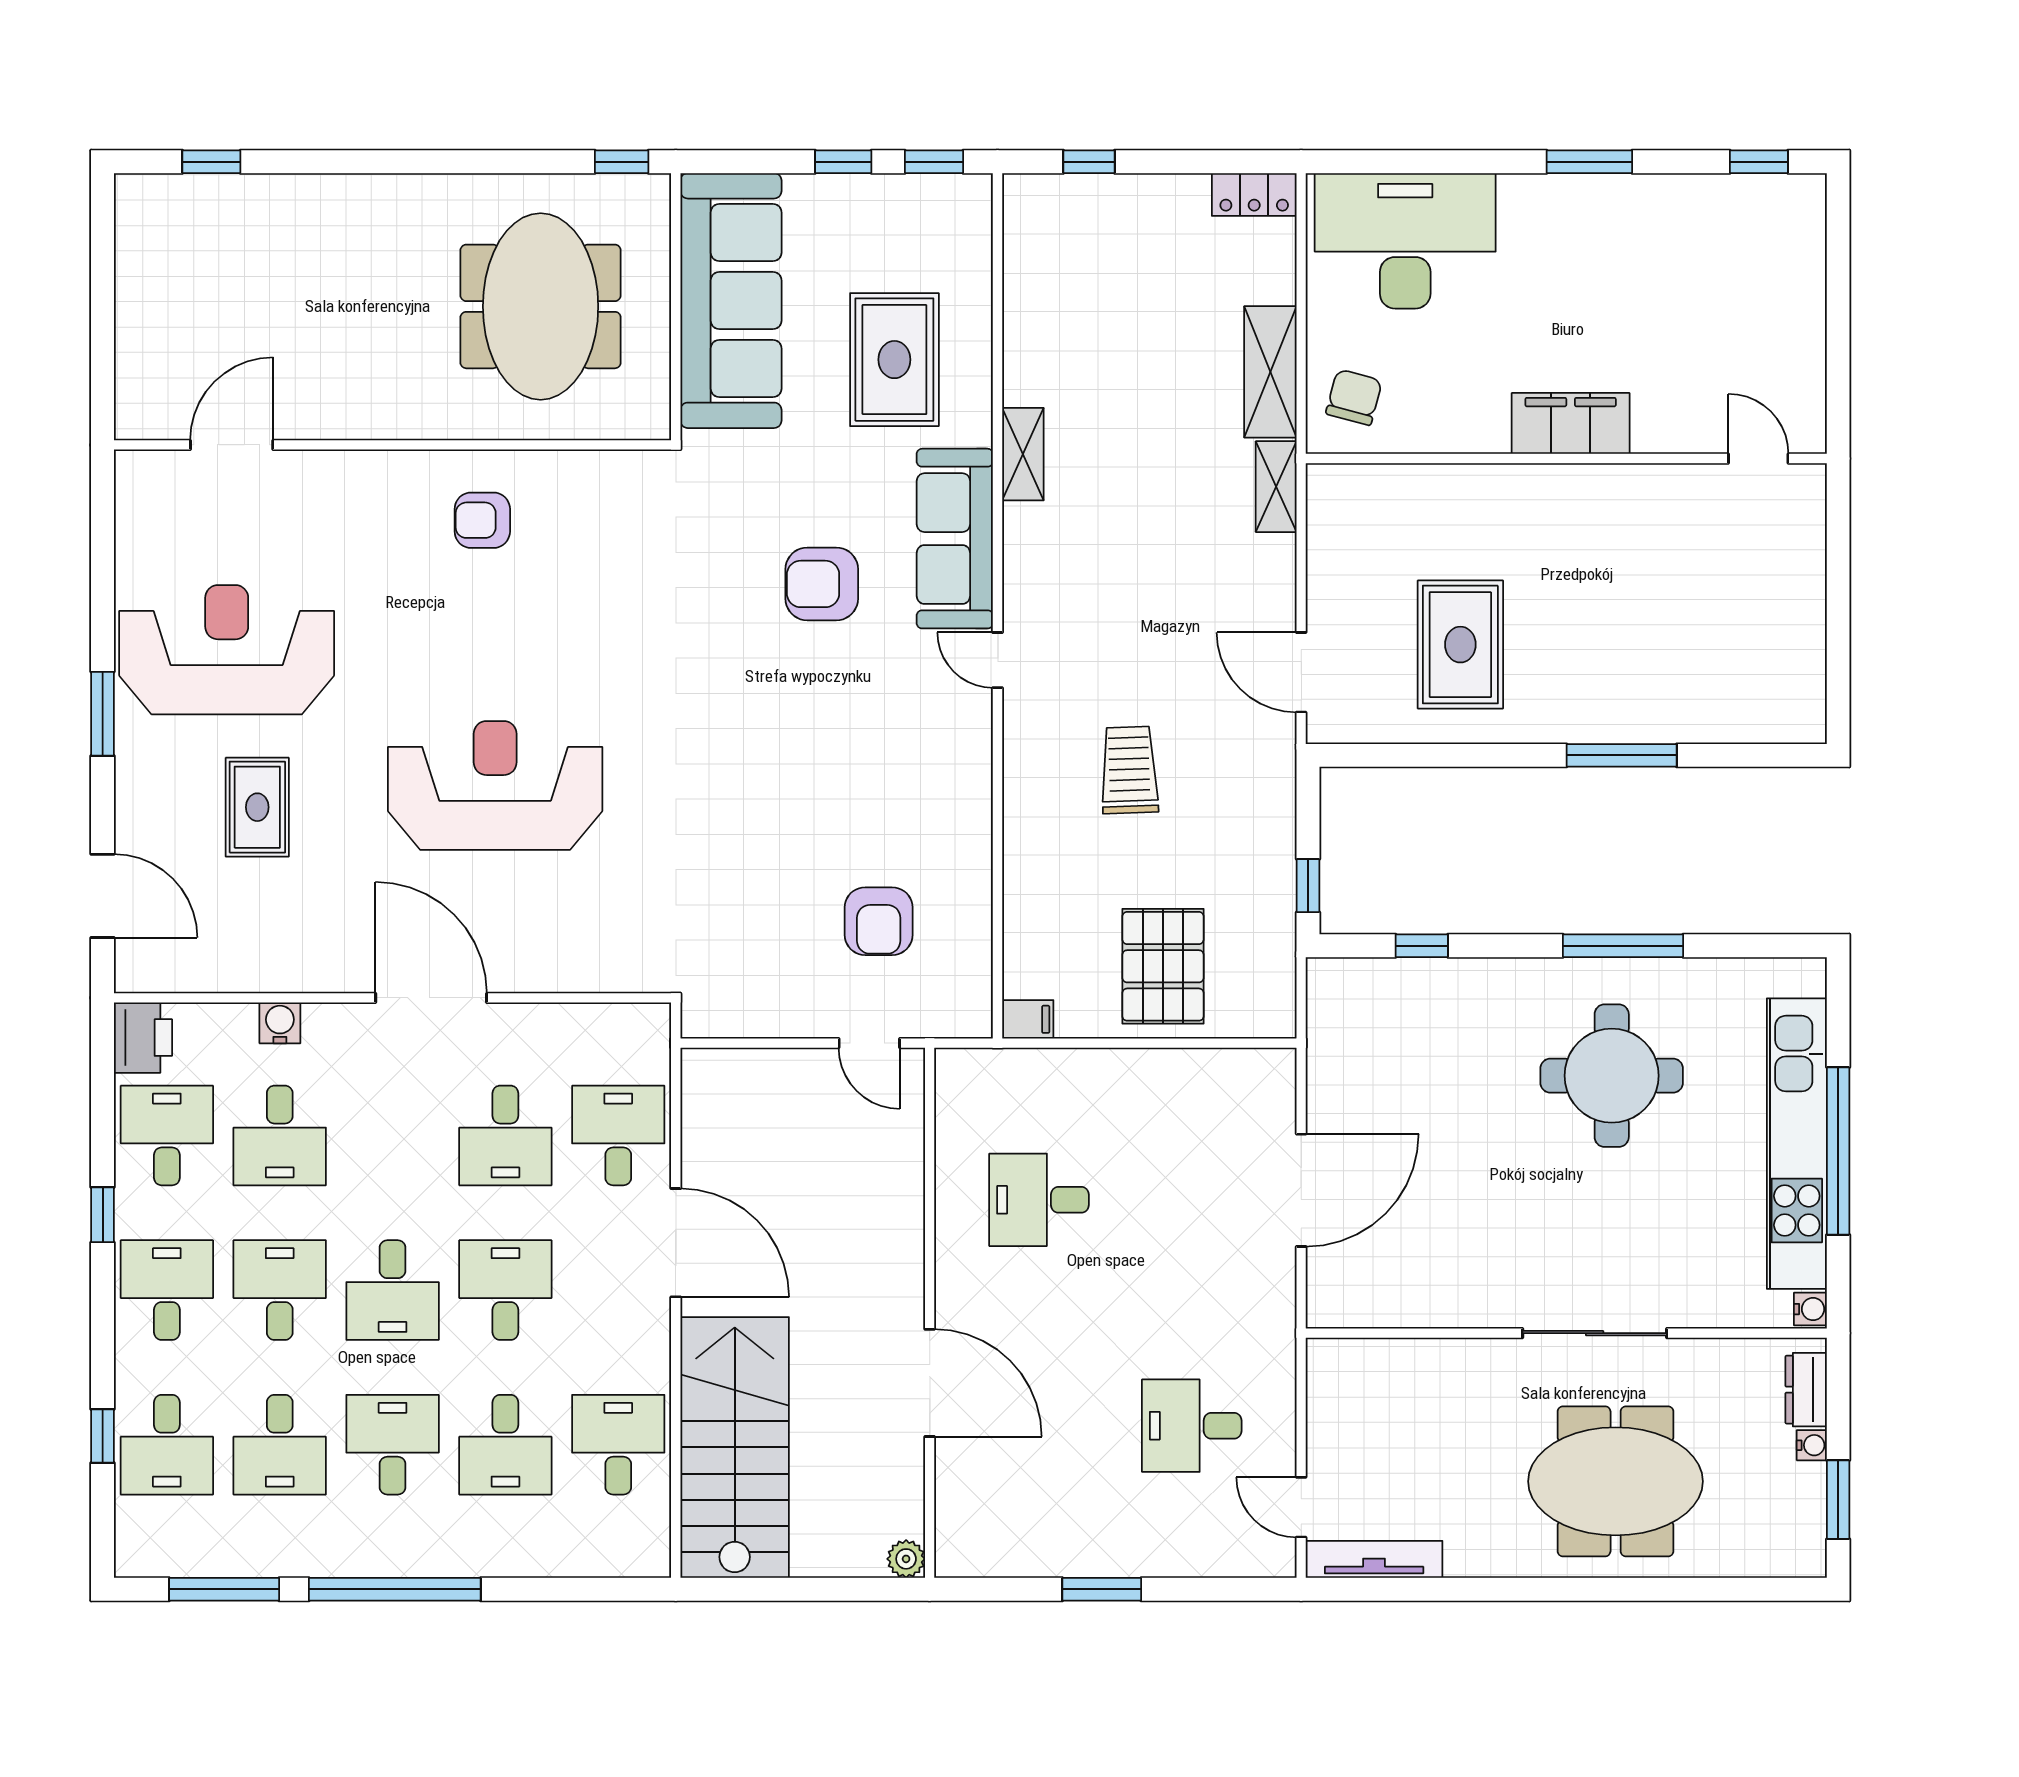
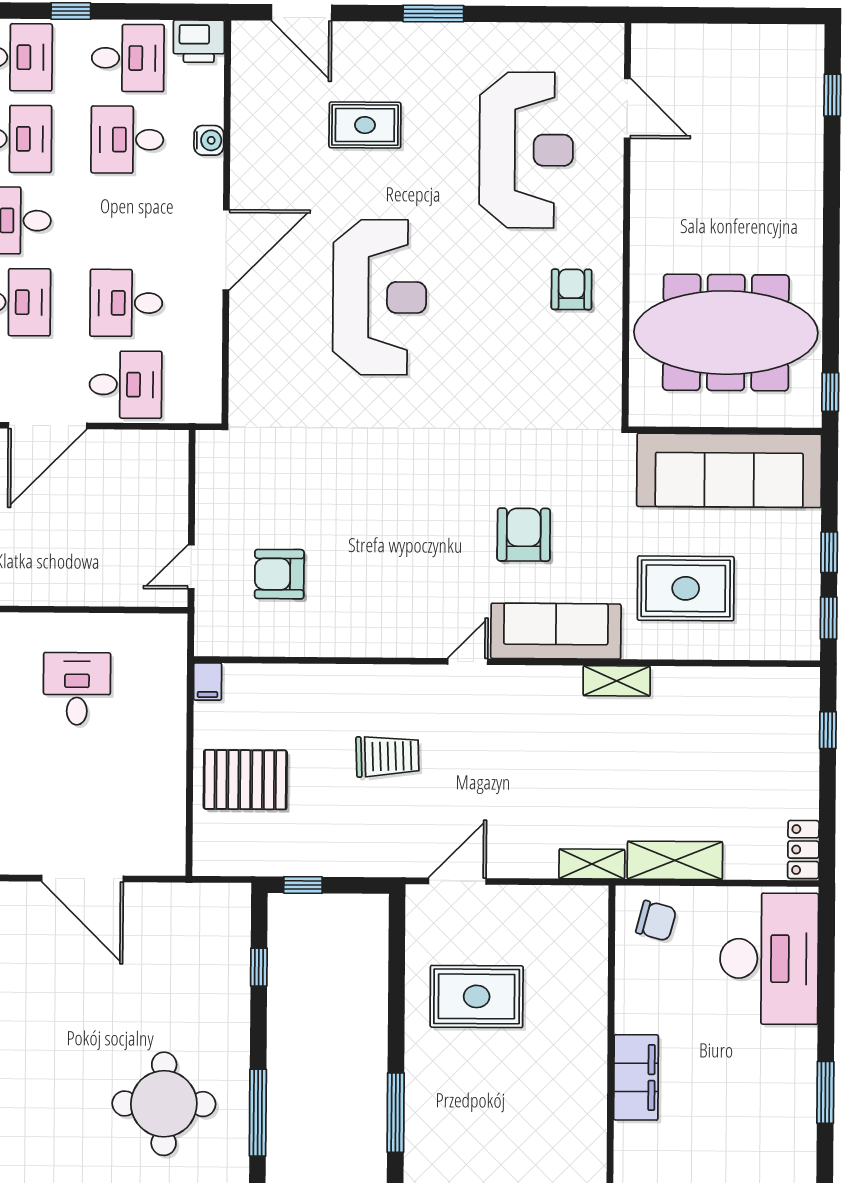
meeting table: (541, 306) -> (726, 333), width x1.36
reception desk: (227, 650) -> (526, 150), moved
door: (103, 896) -> (302, 13), hinge flipped

